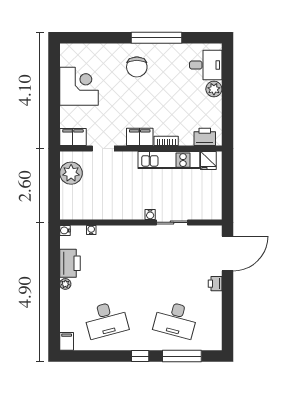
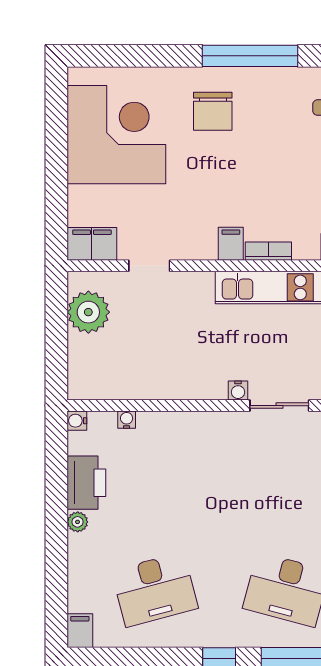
corner desk: (79, 86) -> (116, 135), width x1.36, depth x1.36
filing cabinet: (140, 137) -> (231, 244), width x0.50

